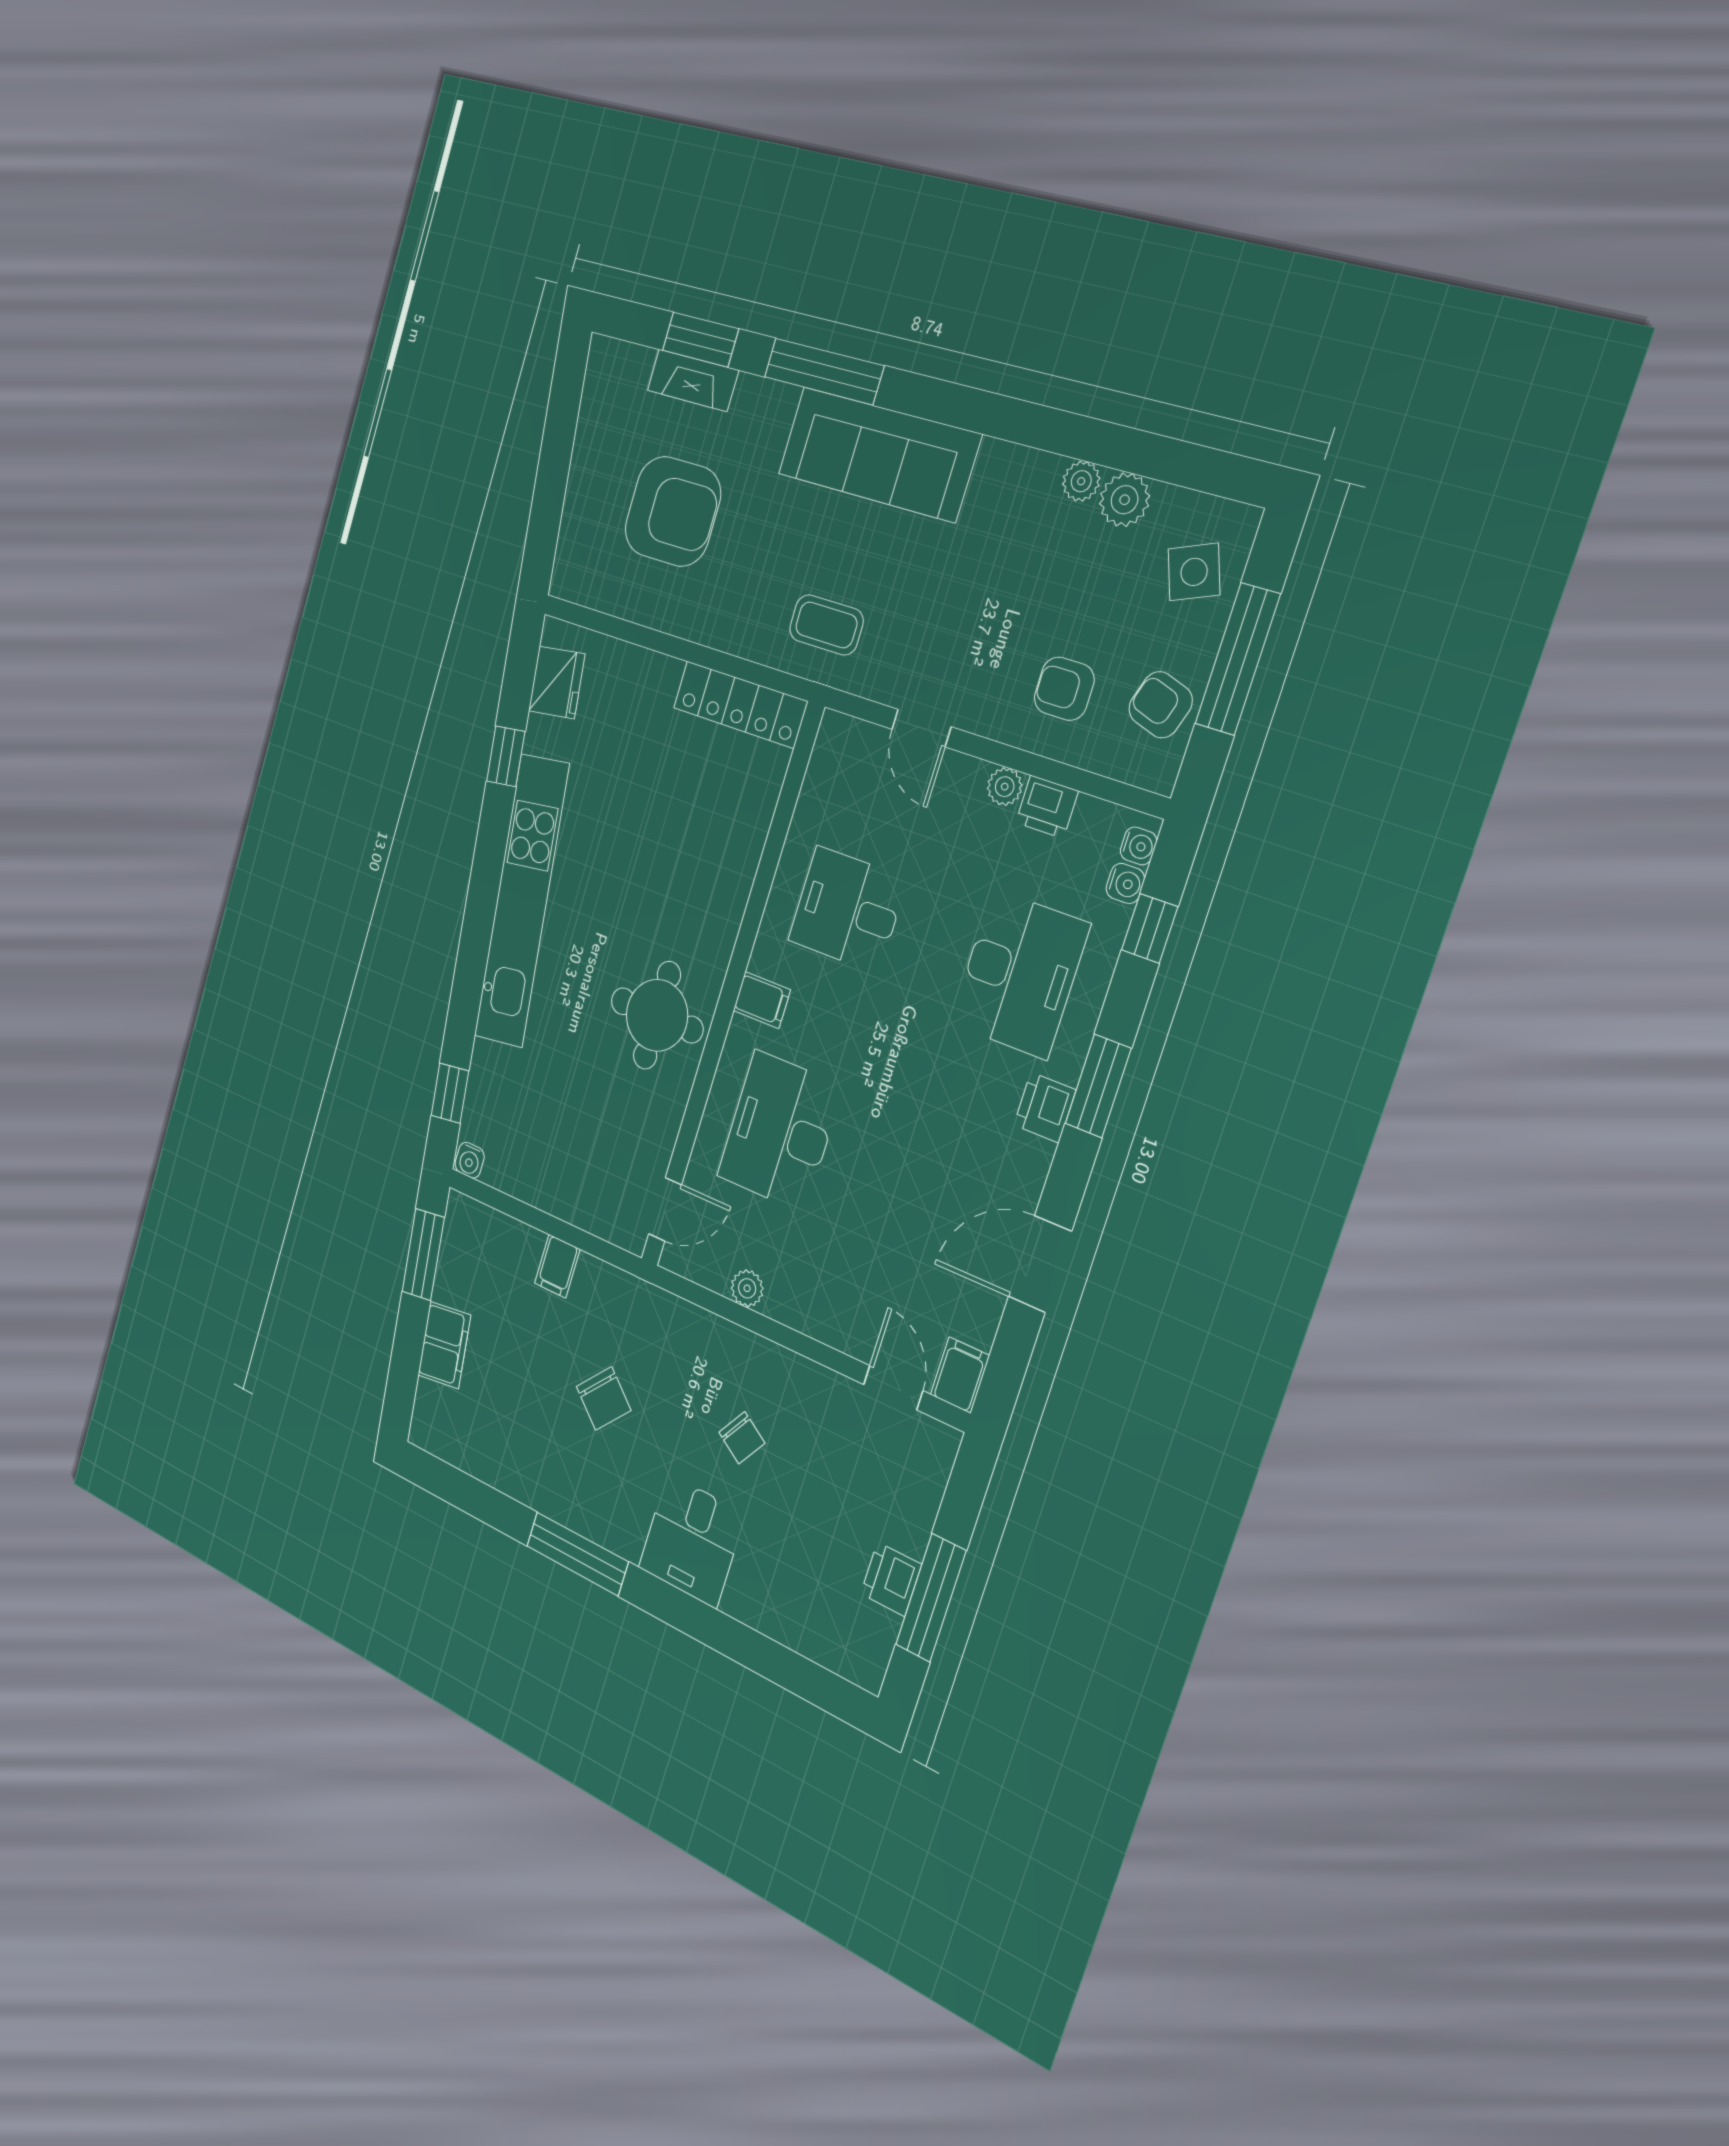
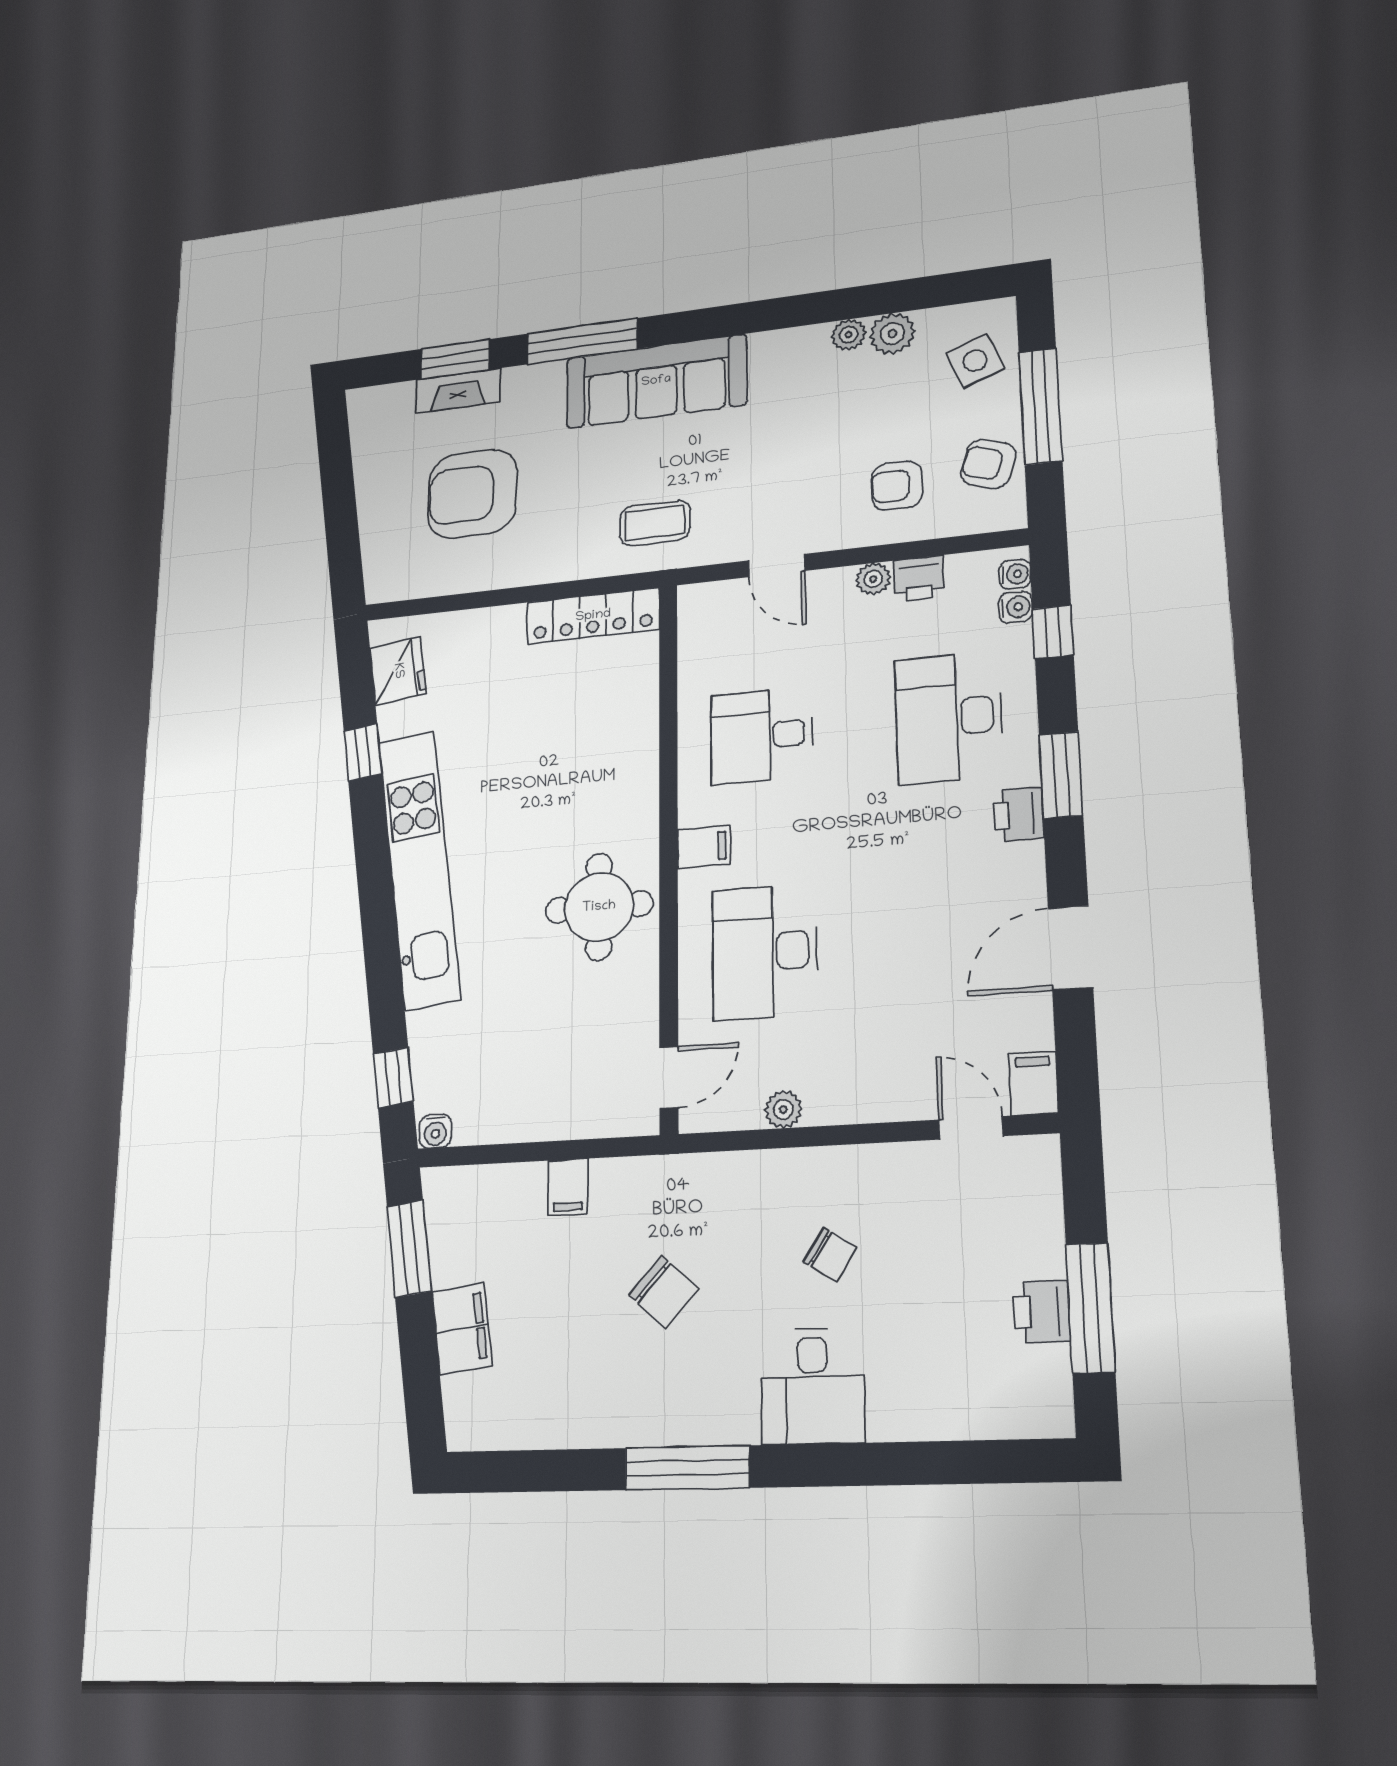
armchair: (673, 511) -> (472, 494), turned 180
desk: (1020, 974) -> (949, 718), turned 180

